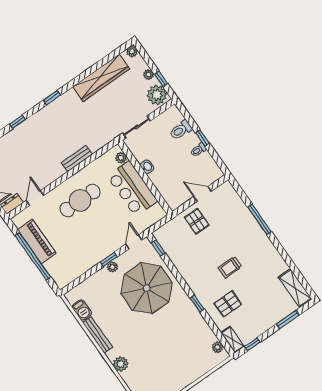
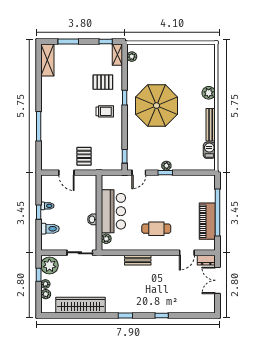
plant: (132, 52) -> (46, 294), moved
cafe table: (80, 200) -> (156, 229), width x0.73, depth x0.74
trolley: (230, 267) -> (105, 111), moved
parasol: (147, 288) -> (156, 106), moved

